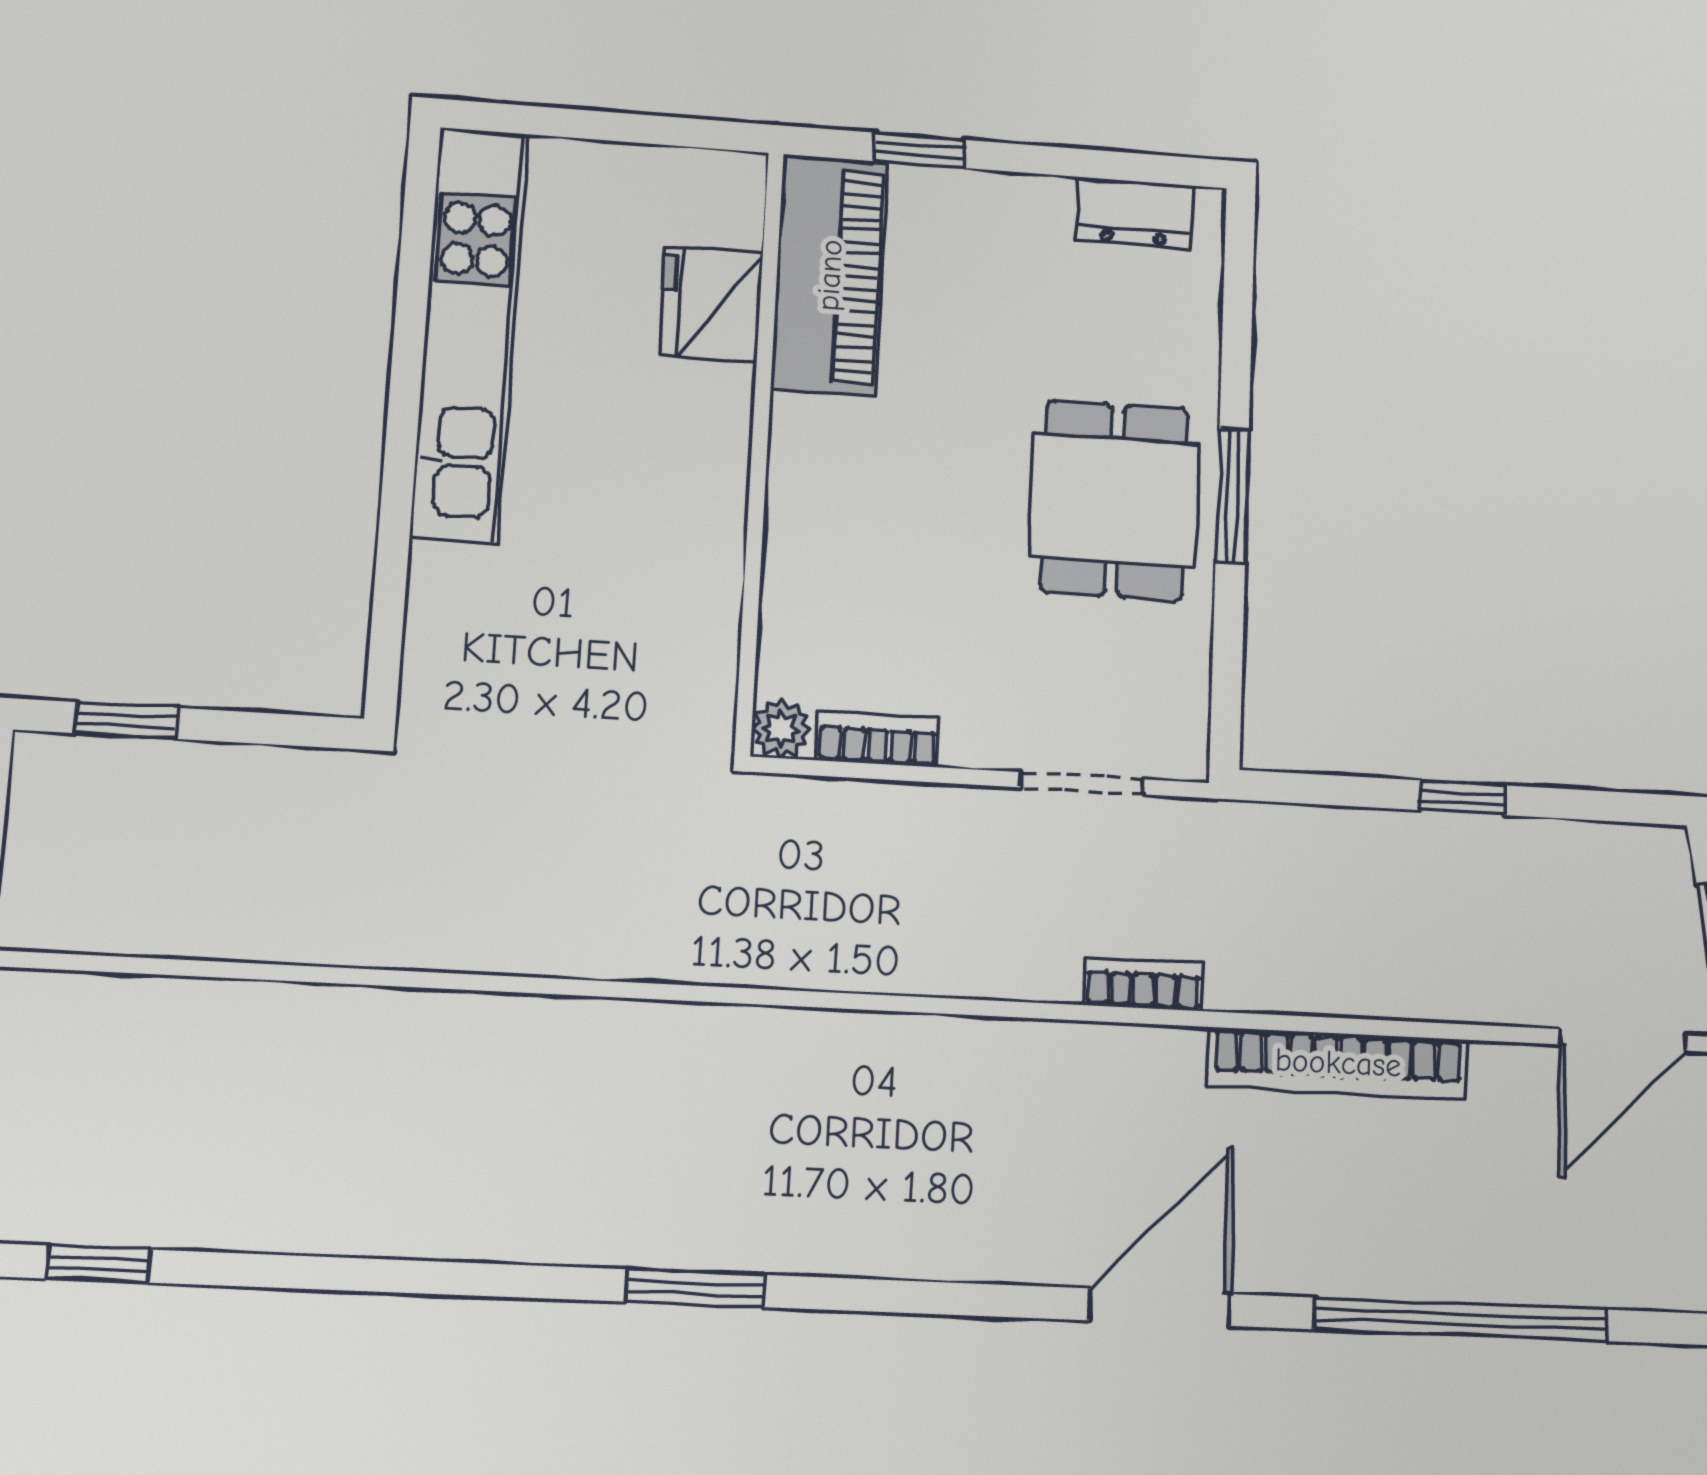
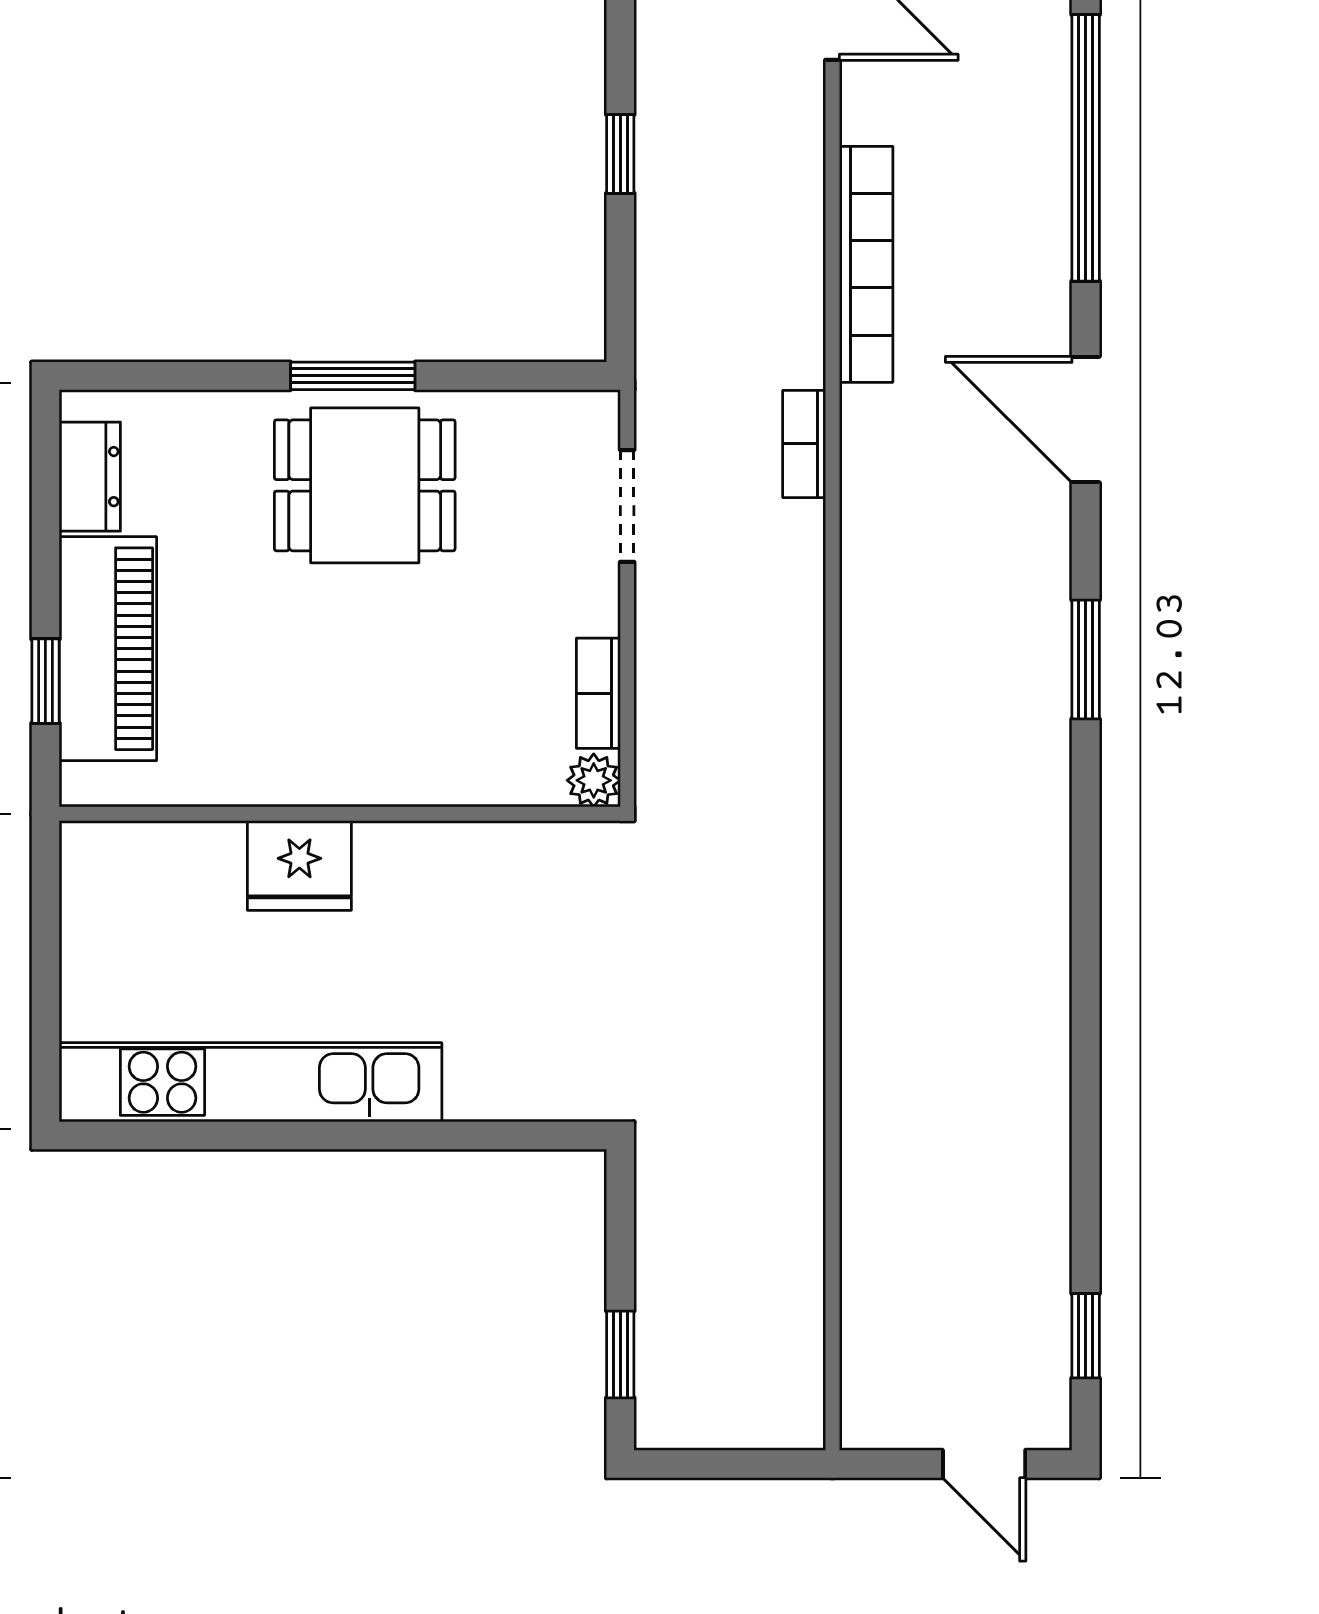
piano: (830, 275) -> (108, 649), moved, turned 90
fridge: (711, 305) -> (299, 865), moved
window: (695, 1288) -> (1086, 659), moved

